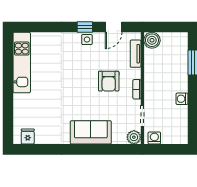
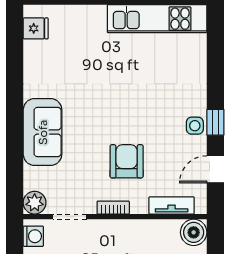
door: (114, 27) -> (215, 169), hinge flipped
armchair: (109, 81) -> (127, 161), turned 90

